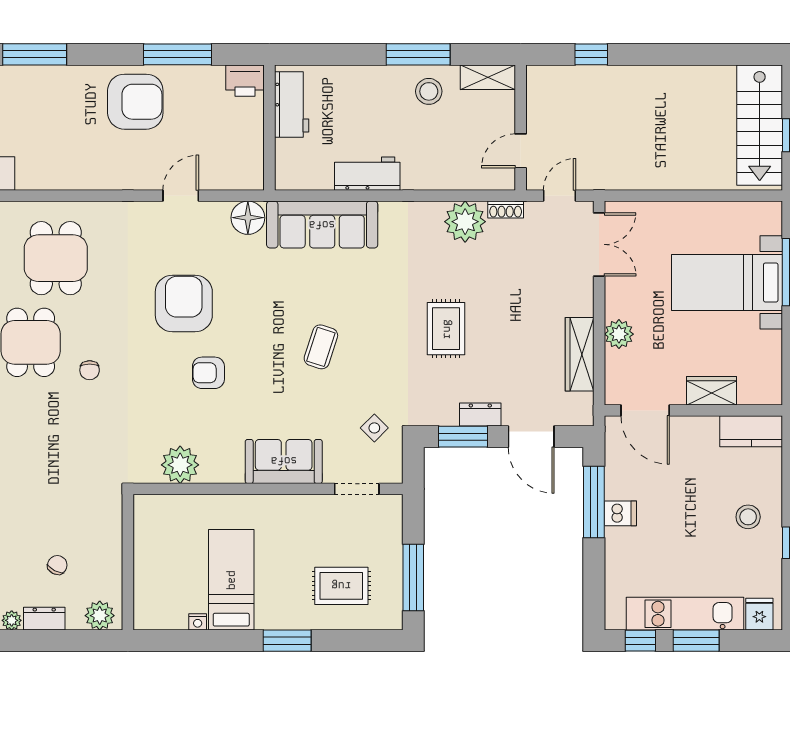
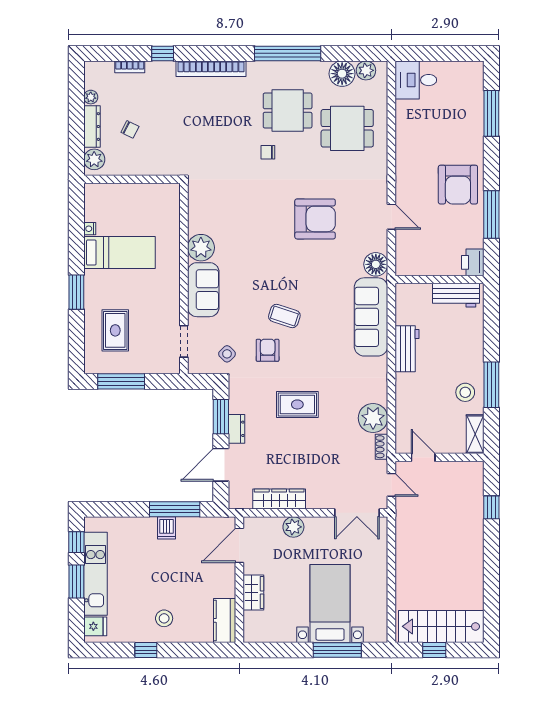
armchair: (208, 373) -> (268, 350), moved
plant: (180, 465) -> (201, 248), moved
dresser: (44, 619) -> (92, 127), width x1.44

